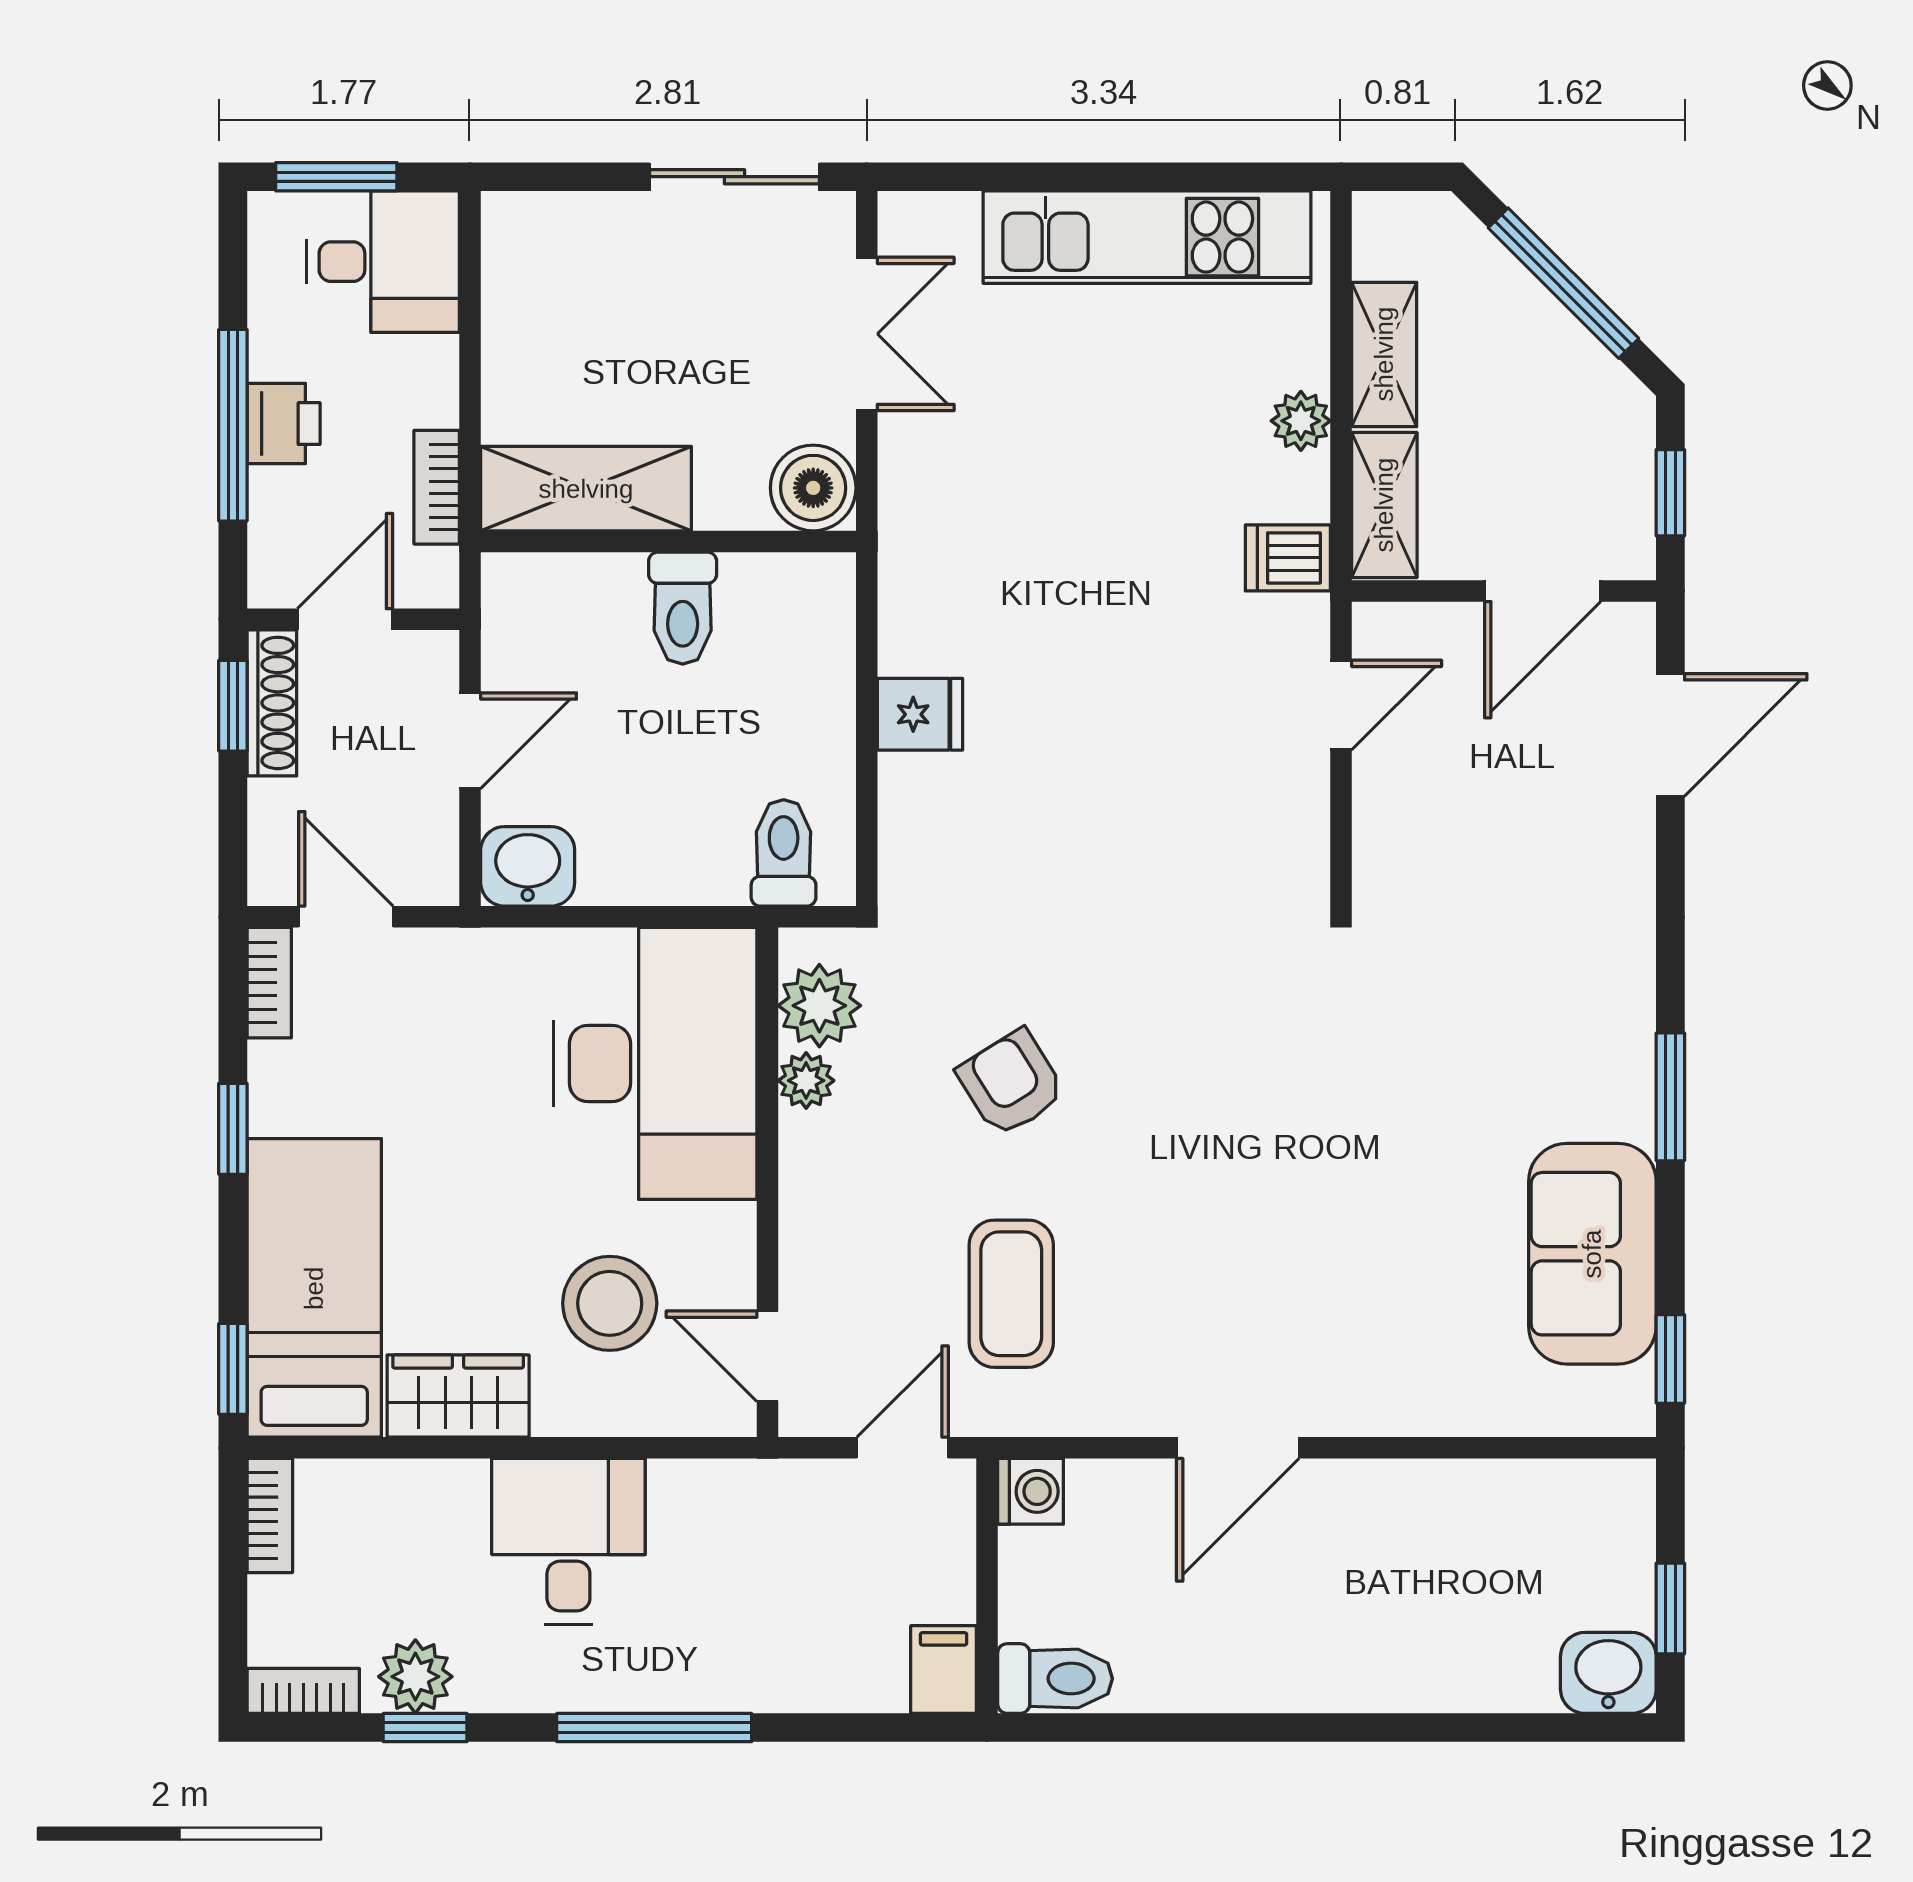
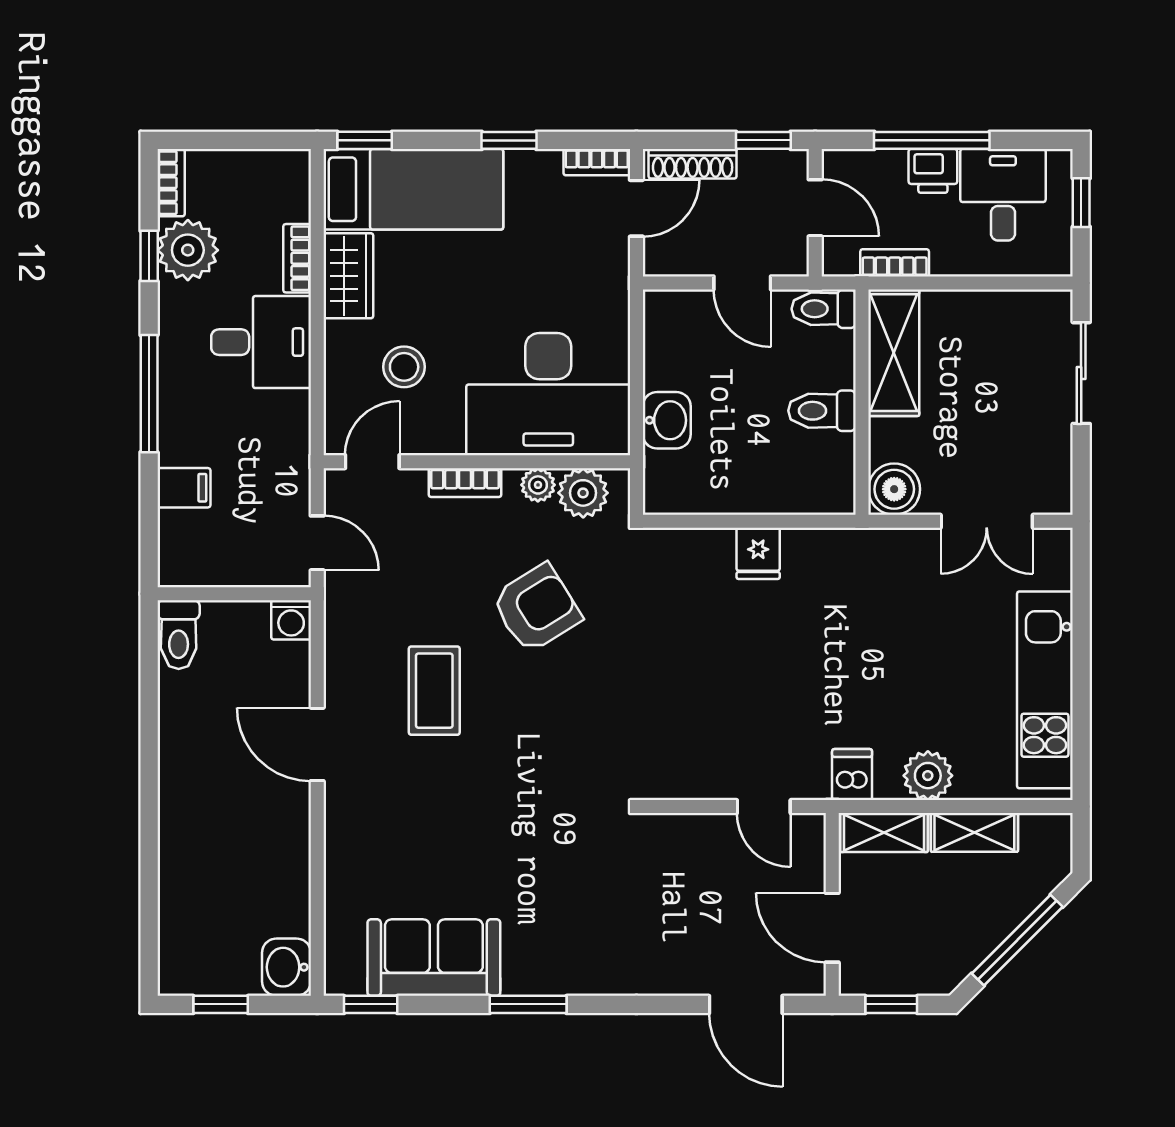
window: (336, 177) -> (1081, 203), width x0.67
sliding door: (735, 177) -> (1081, 373), moved
desk: (383, 262) -> (1003, 195), moved, turned 180
plant: (1301, 421) -> (928, 776), width x1.38, depth x1.38
shoe rack: (272, 703) -> (693, 164), moved
toilet: (784, 853) -> (824, 309), moved, turned 180
washbasin: (528, 866) -> (667, 420), moved
armchair: (1011, 1083) -> (536, 608), width x1.38, depth x1.38
bookcase: (802, 1202) -> (465, 483), added
coffee table: (1011, 1294) -> (434, 691), moved, turned 90
stool: (610, 1303) -> (404, 367), width x0.73, depth x0.73
bookcase: (270, 1515) -> (297, 258), moved, turned 90
filing cabinet: (944, 1670) -> (184, 488), moved
washbasin: (1608, 1673) -> (286, 967), moved, turned 180
plant: (415, 1677) -> (188, 250), width x1.36, depth x1.36

